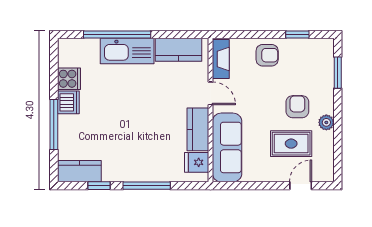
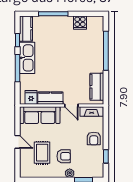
kitchen sink: (127, 51) -> (27, 58), moved, turned 180
door: (211, 93) -> (71, 105), hinge flipped
dishwasher: (68, 102) -> (66, 22), removed
plant: (326, 122) -> (70, 173), moved
door: (301, 186) -> (17, 142), moved

